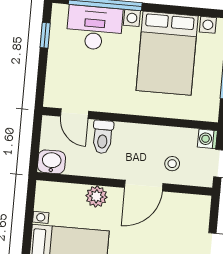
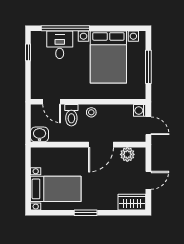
desk: (94, 28) -> (60, 45), width x0.73
stool: (172, 164) -> (91, 112), moved
plant: (96, 196) -> (127, 154), moved

